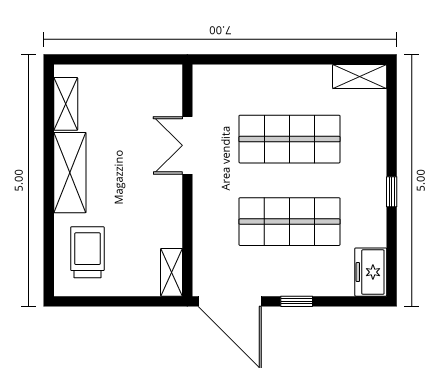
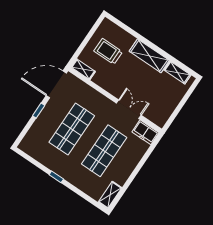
trolley: (87, 252) -> (108, 51), moved, turned 180
freezer: (371, 272) -> (145, 132), moved, turned 180

